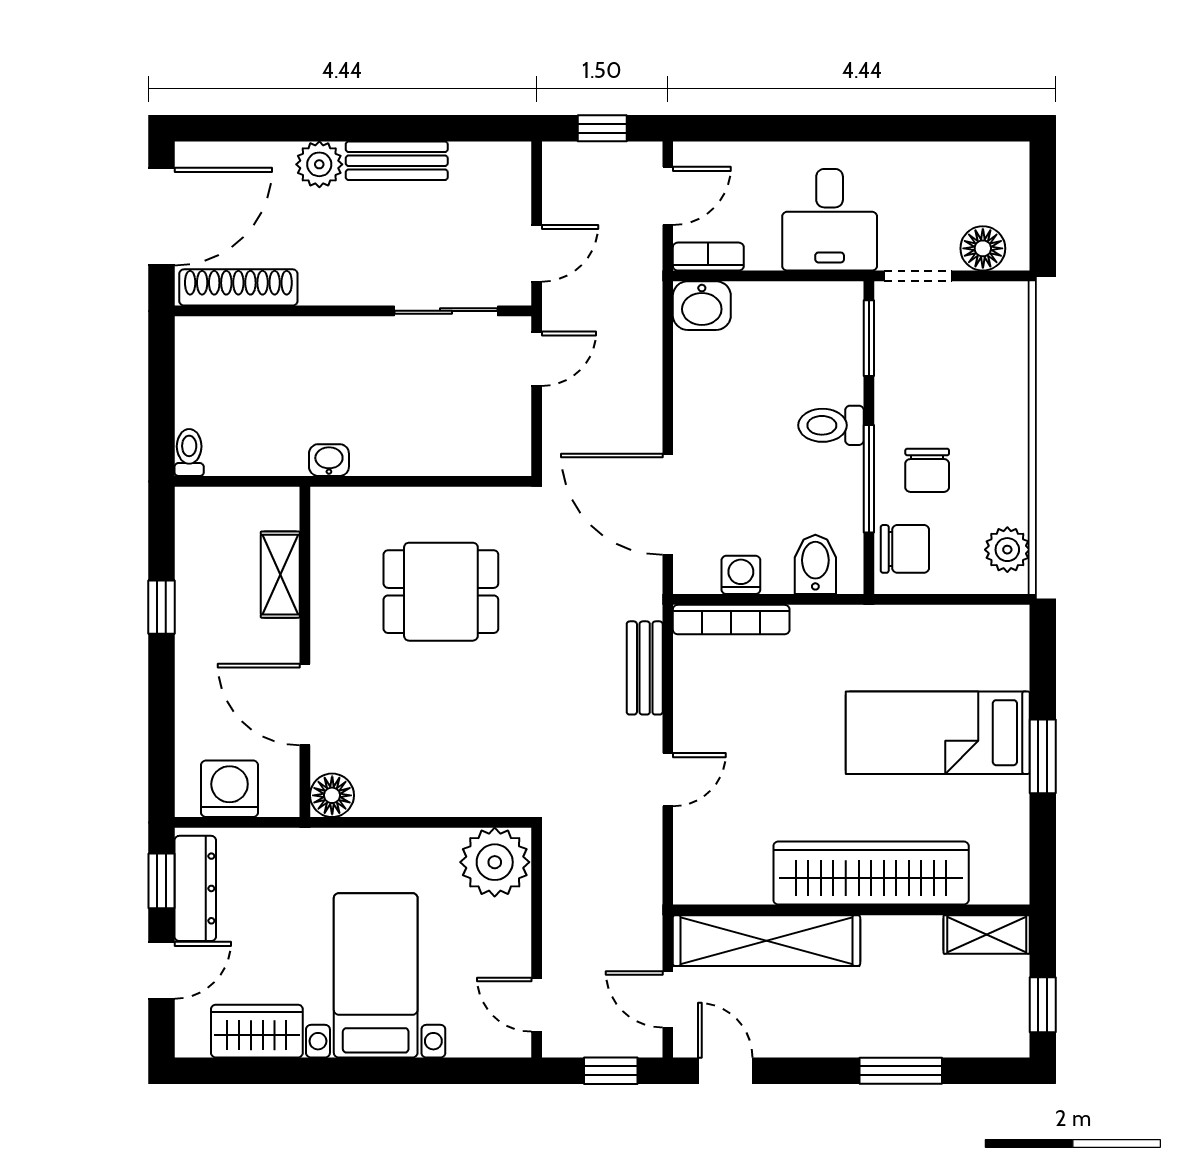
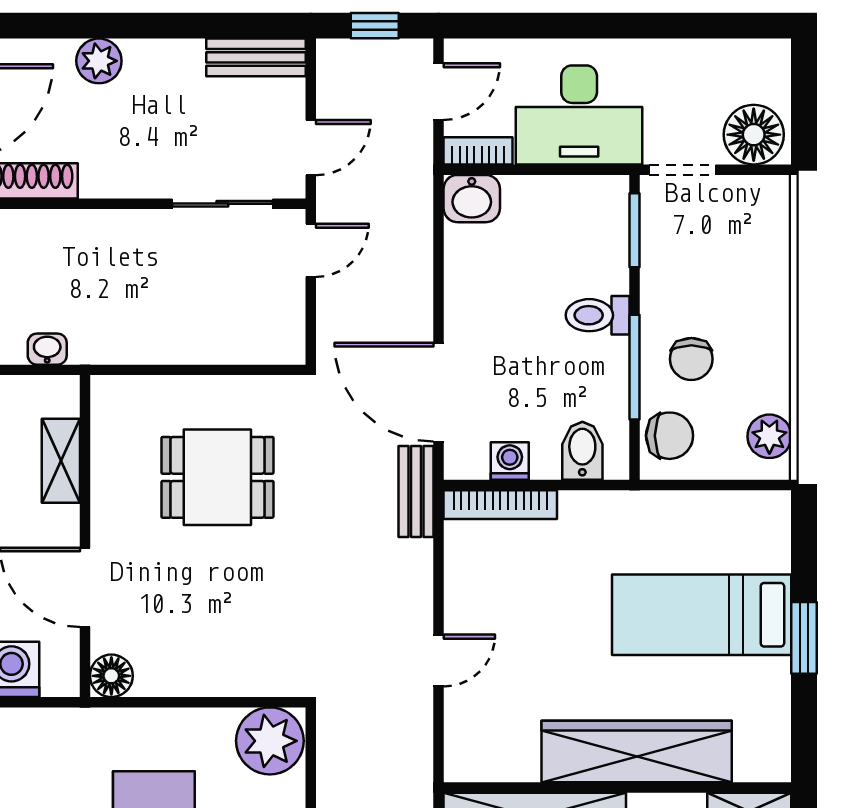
bench: (397, 161) -> (256, 57), moved
desk: (830, 220) -> (579, 115), width x1.37
floor lamp: (983, 248) -> (754, 135), width x1.38, depth x1.38
washbasin: (329, 460) -> (47, 349), moved
bench: (645, 668) -> (416, 491), moved

